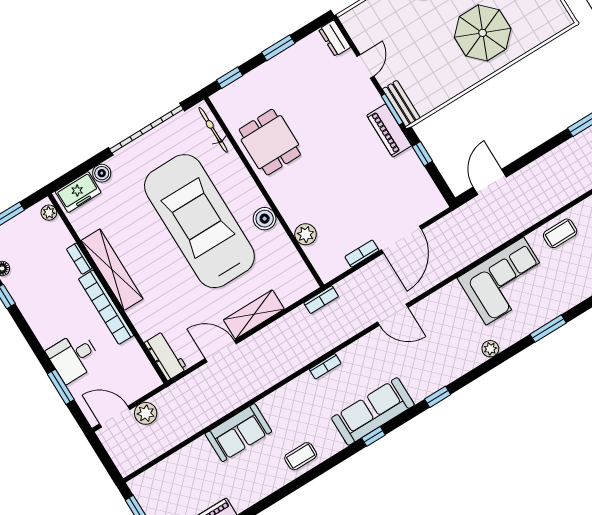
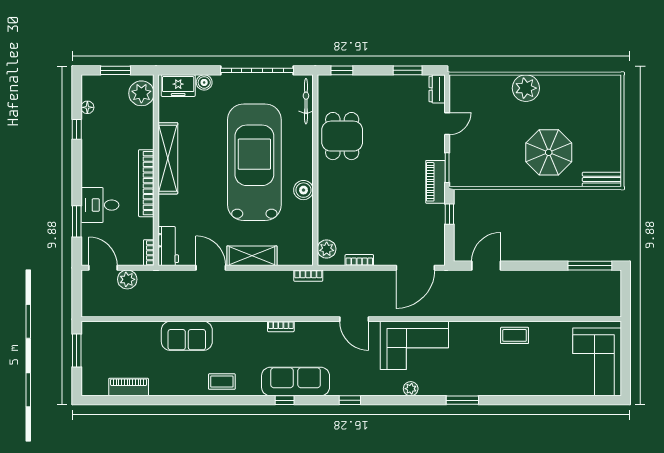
window: (278, 48) -> (408, 70), moved
bench: (401, 104) -> (602, 180), moved, turned 90
plant: (49, 213) -> (141, 93), width x1.88, depth x1.88
plant: (306, 234) -> (327, 249), moved
door: (401, 240) -> (415, 268), moved
bookcase: (79, 259) -> (149, 253), moved
corner sofa: (505, 281) -> (414, 345), moved

